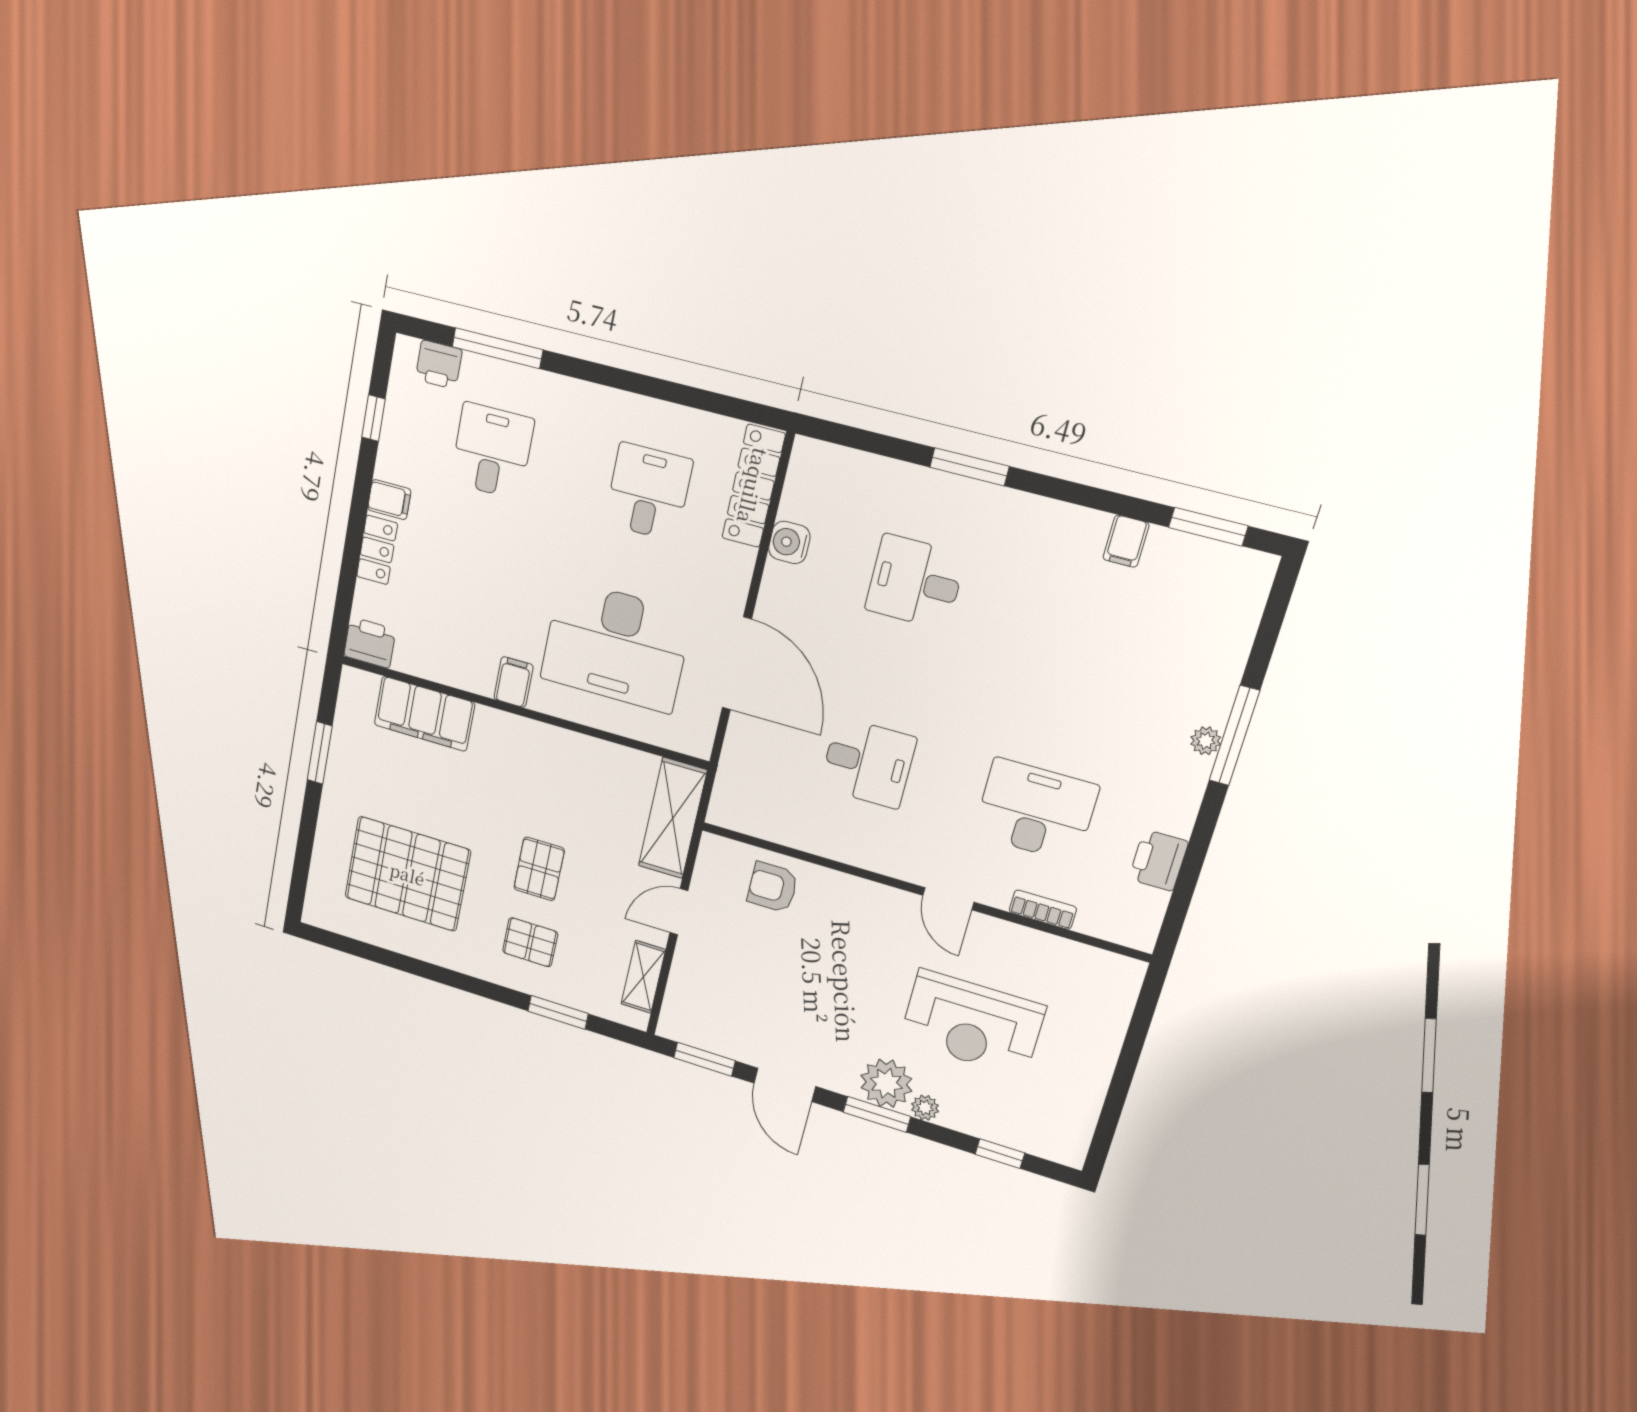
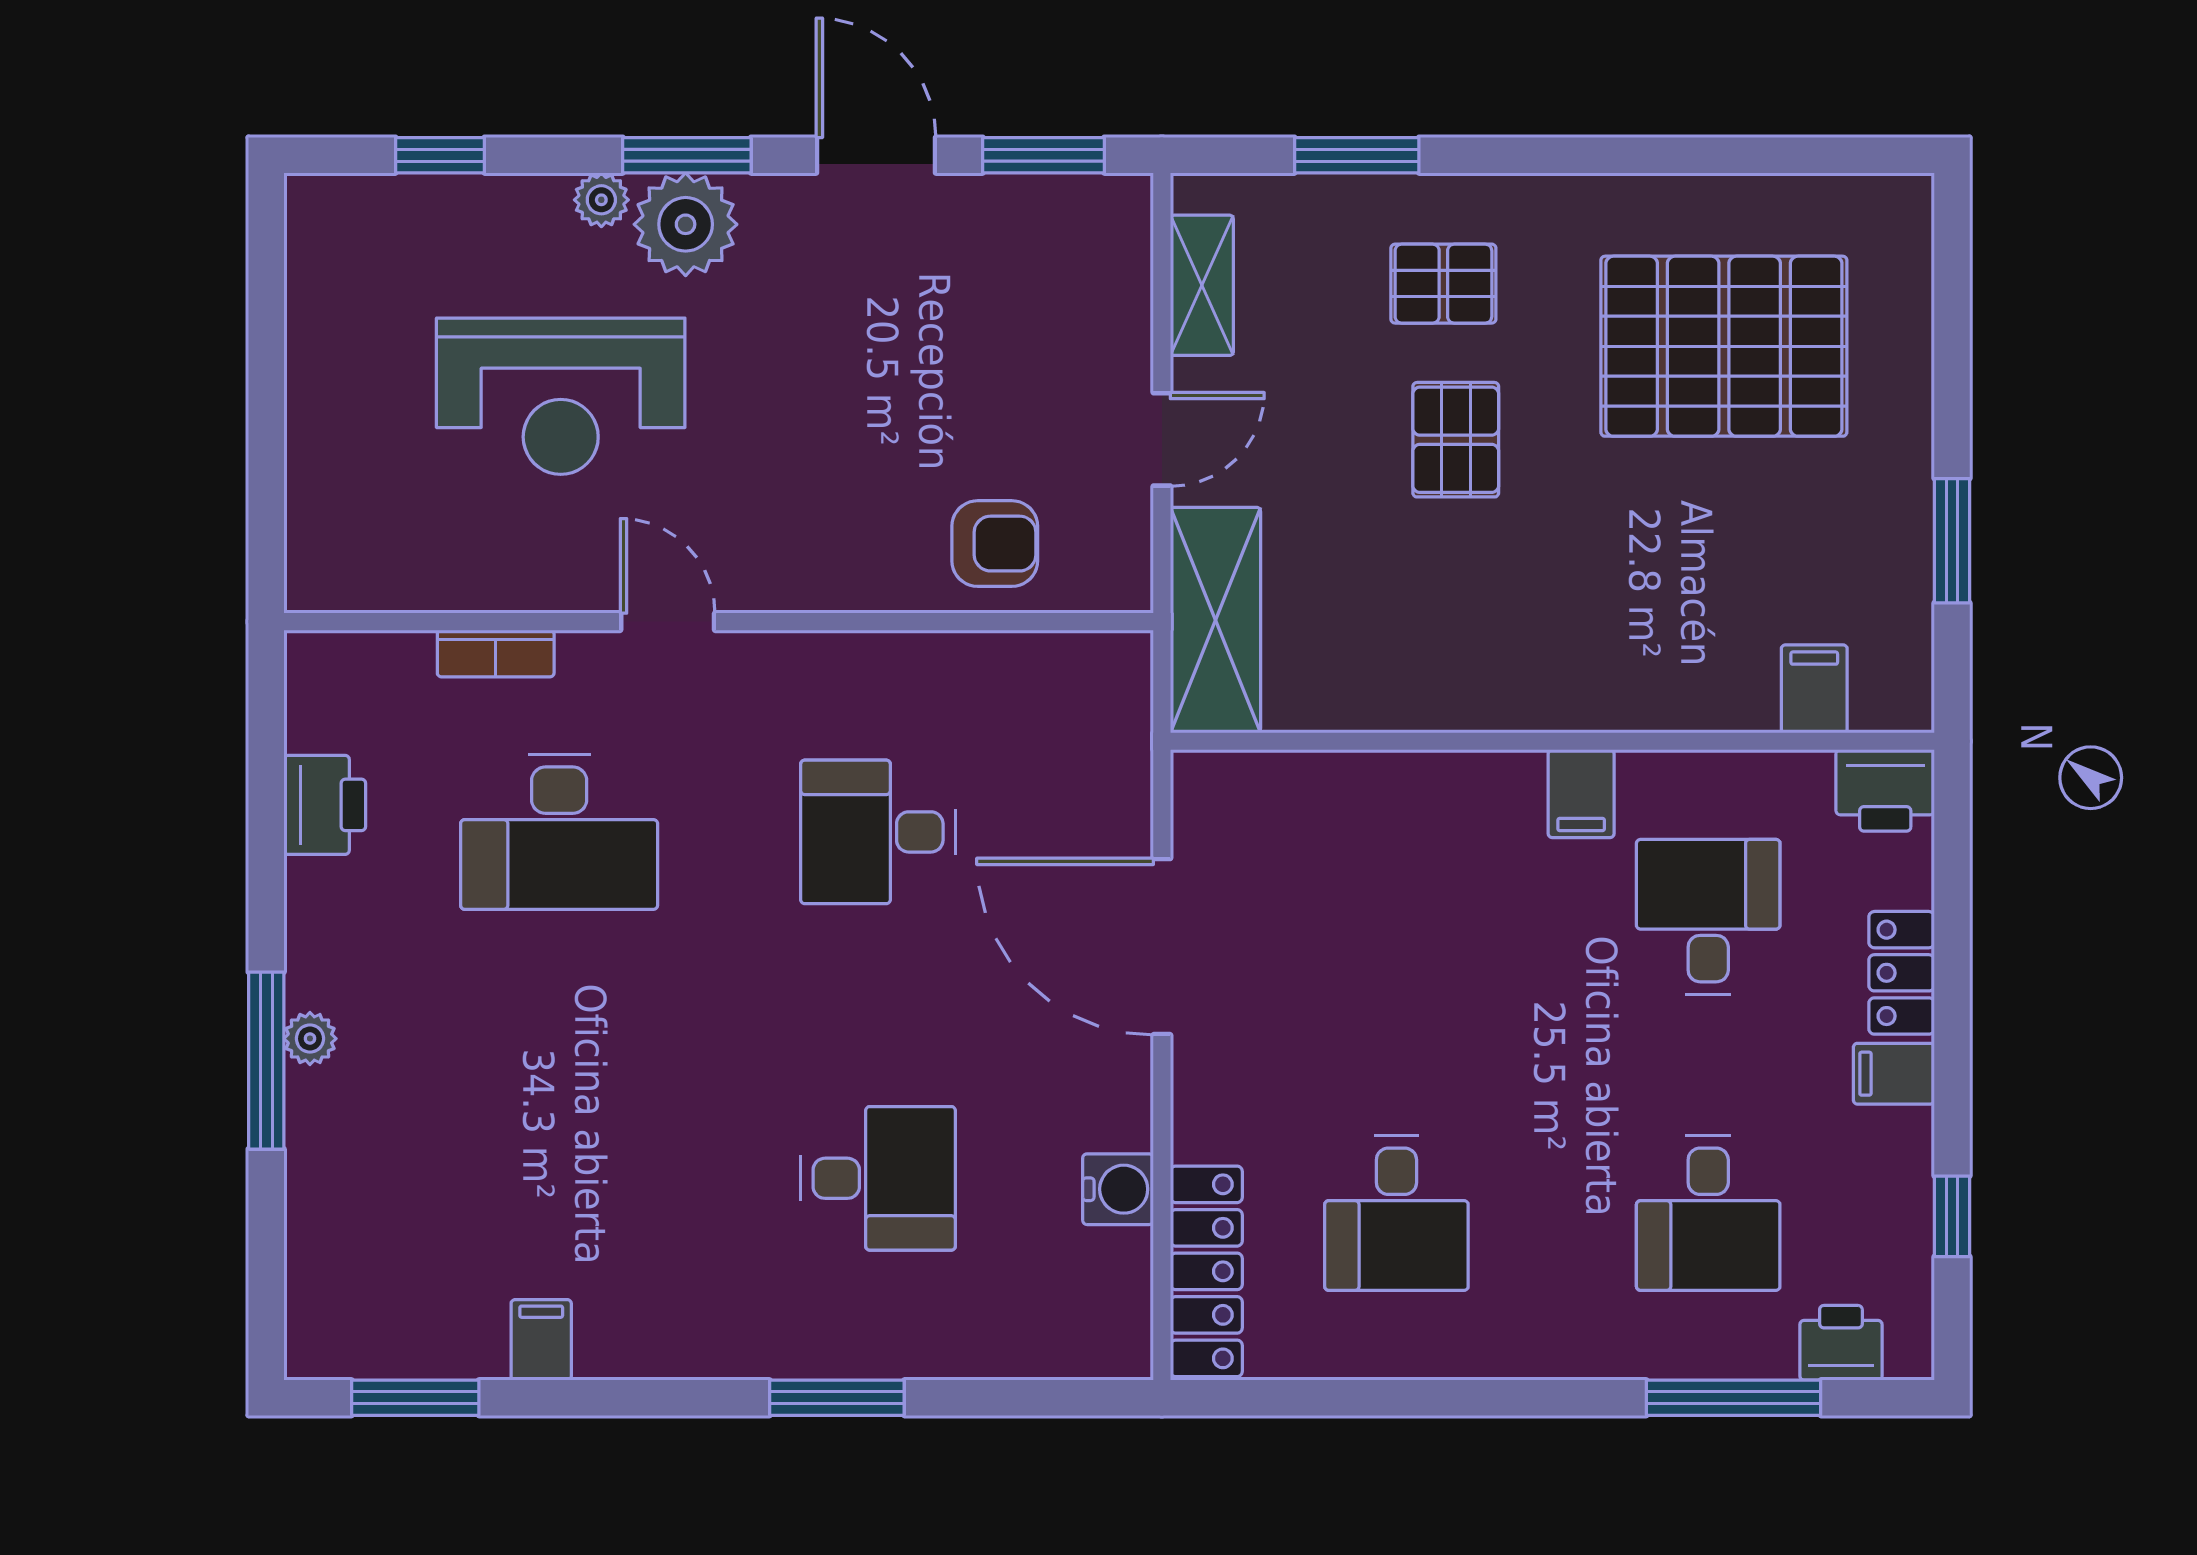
desk: (616, 646) -> (1708, 917), moved, width x0.53, depth x0.77
filing cabinet: (424, 714) -> (1814, 689), width x0.33, depth x0.86
reception desk: (972, 1023) -> (561, 396), turned 180

